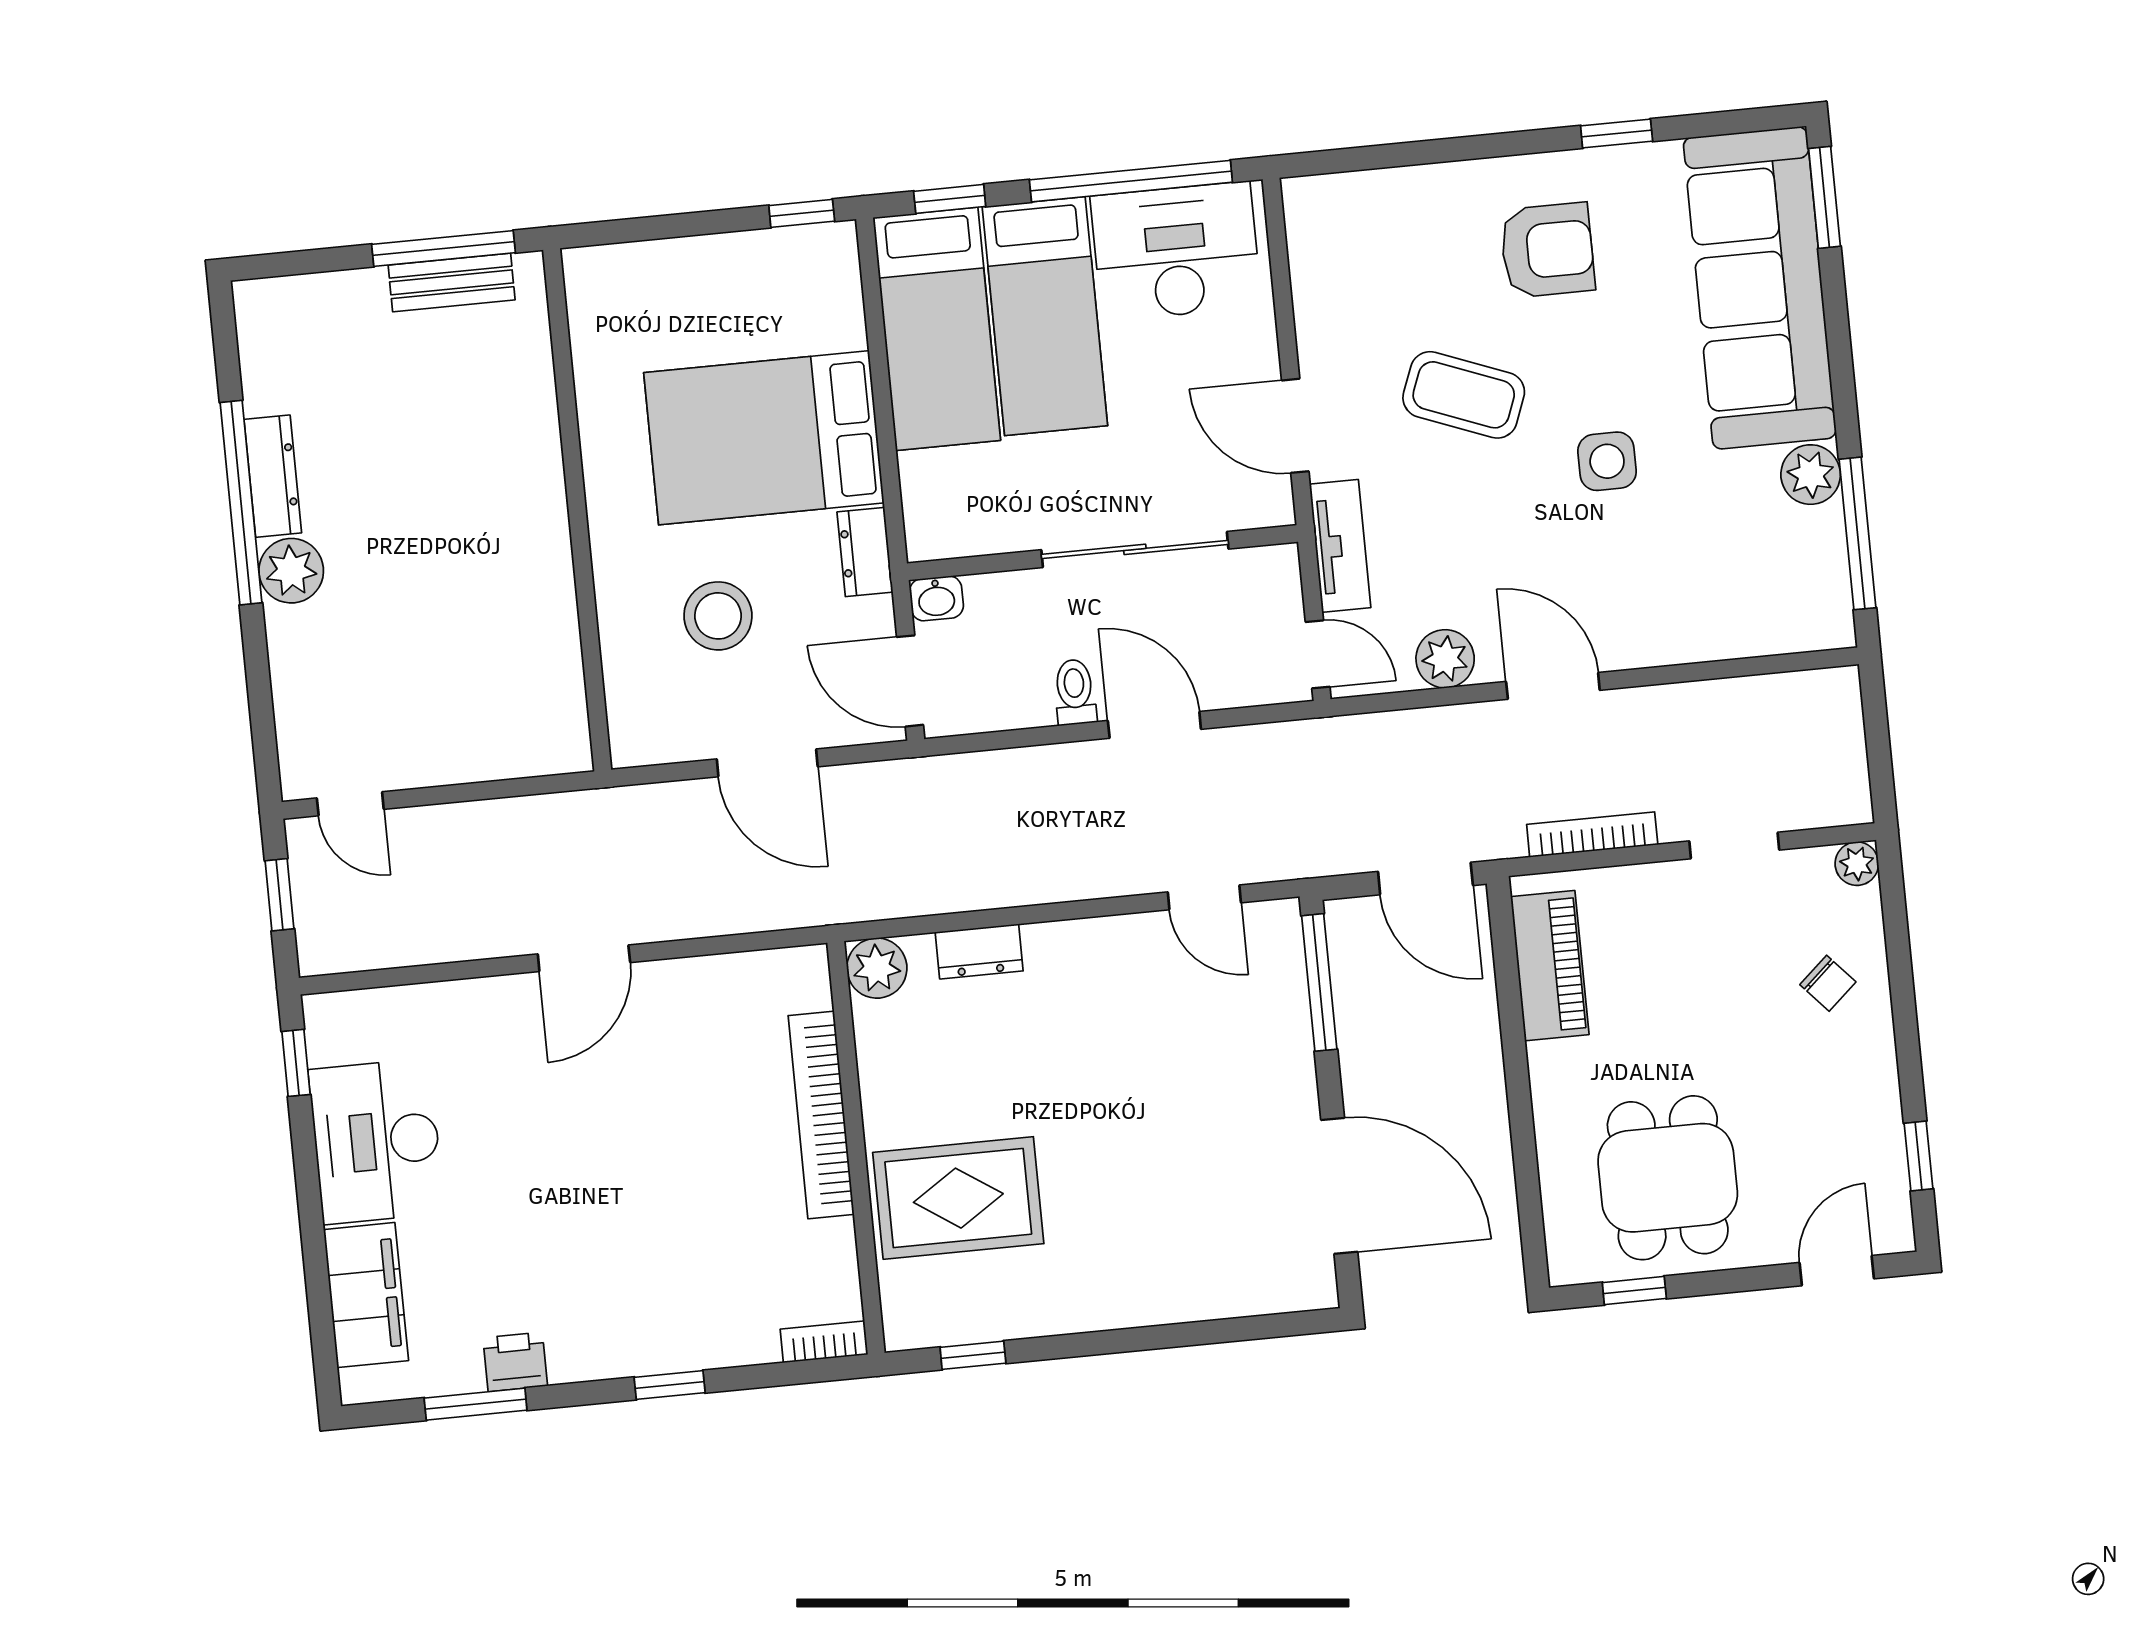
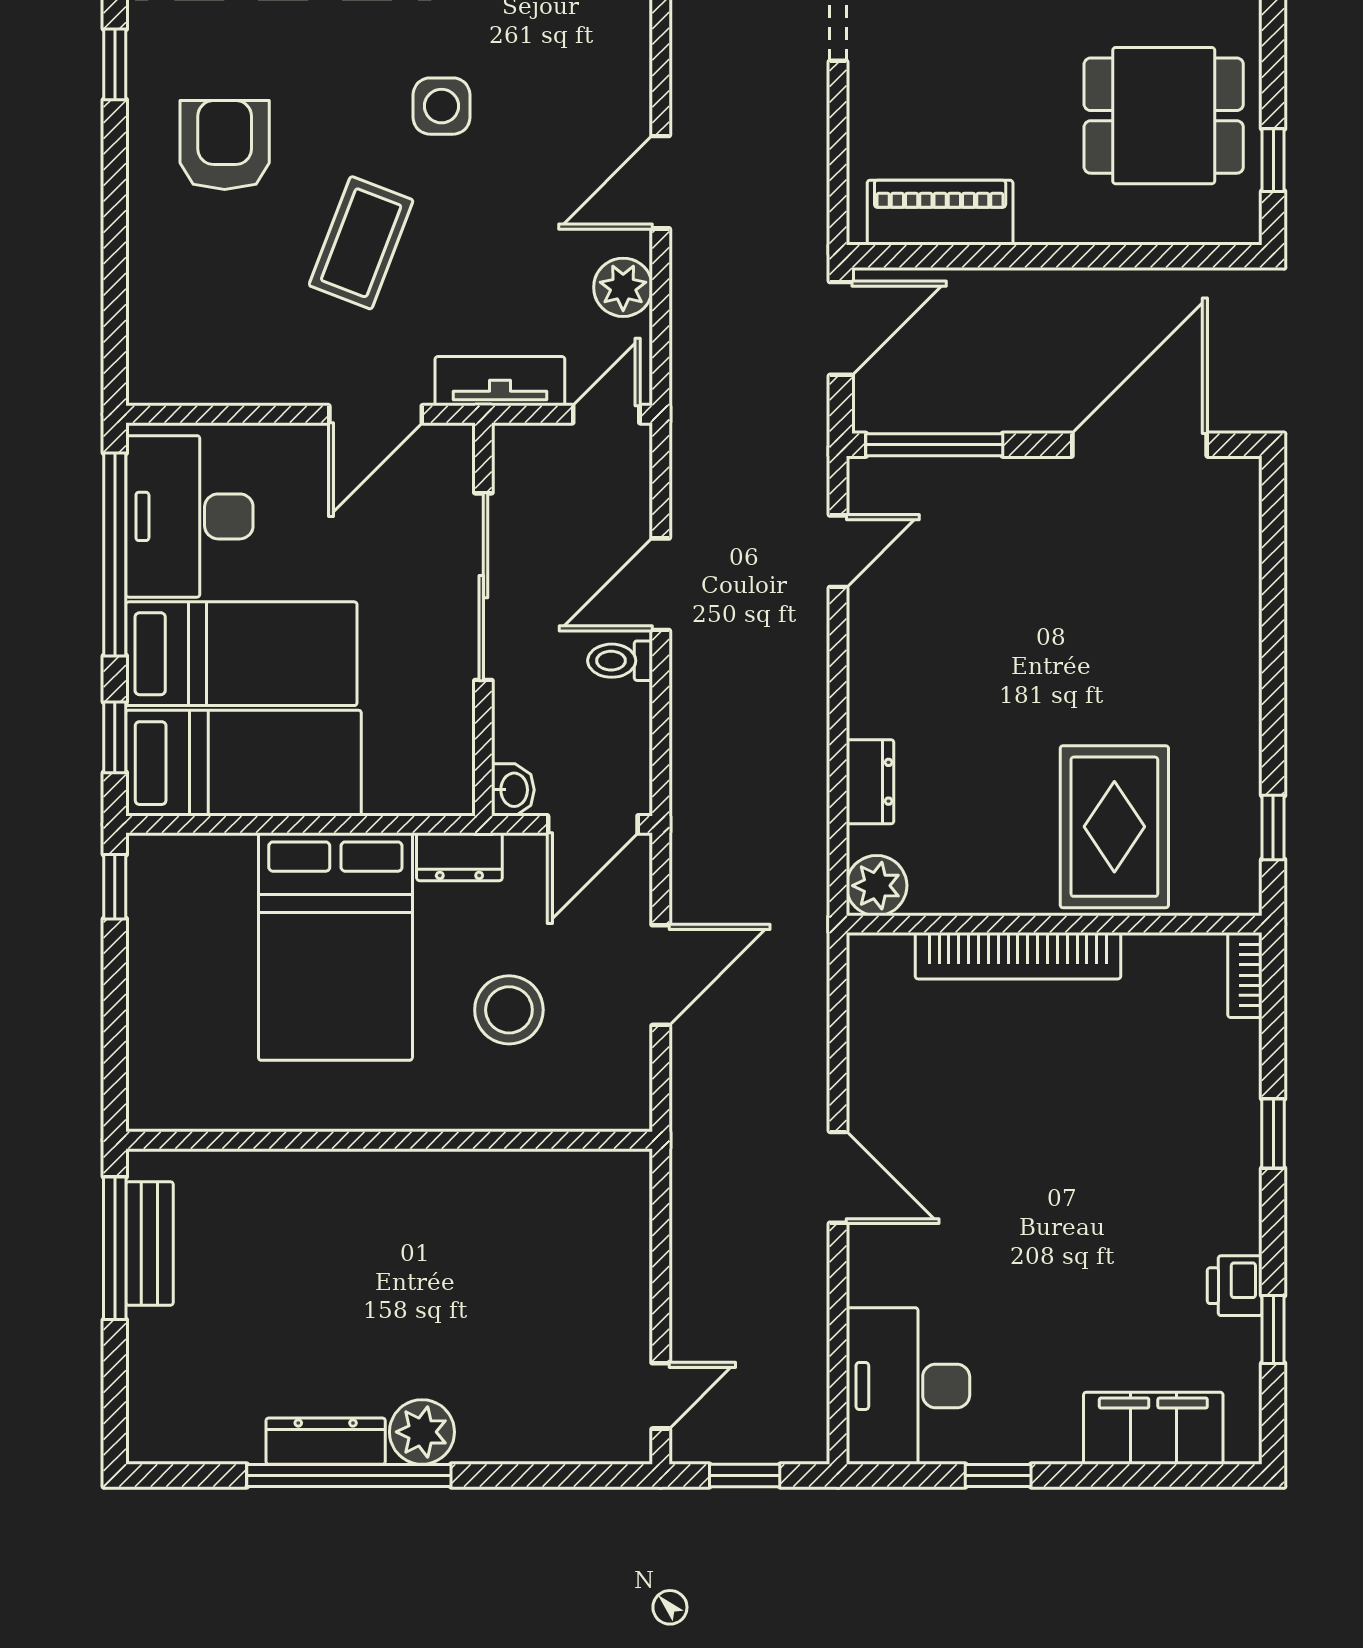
bookcase: (1592, 835) -> (813, 157), removed
window: (296, 1063) -> (998, 1476), moved
desk: (376, 1141) -> (908, 1386), moved, turned 90
window: (476, 1404) -> (1273, 1329), width x0.67

